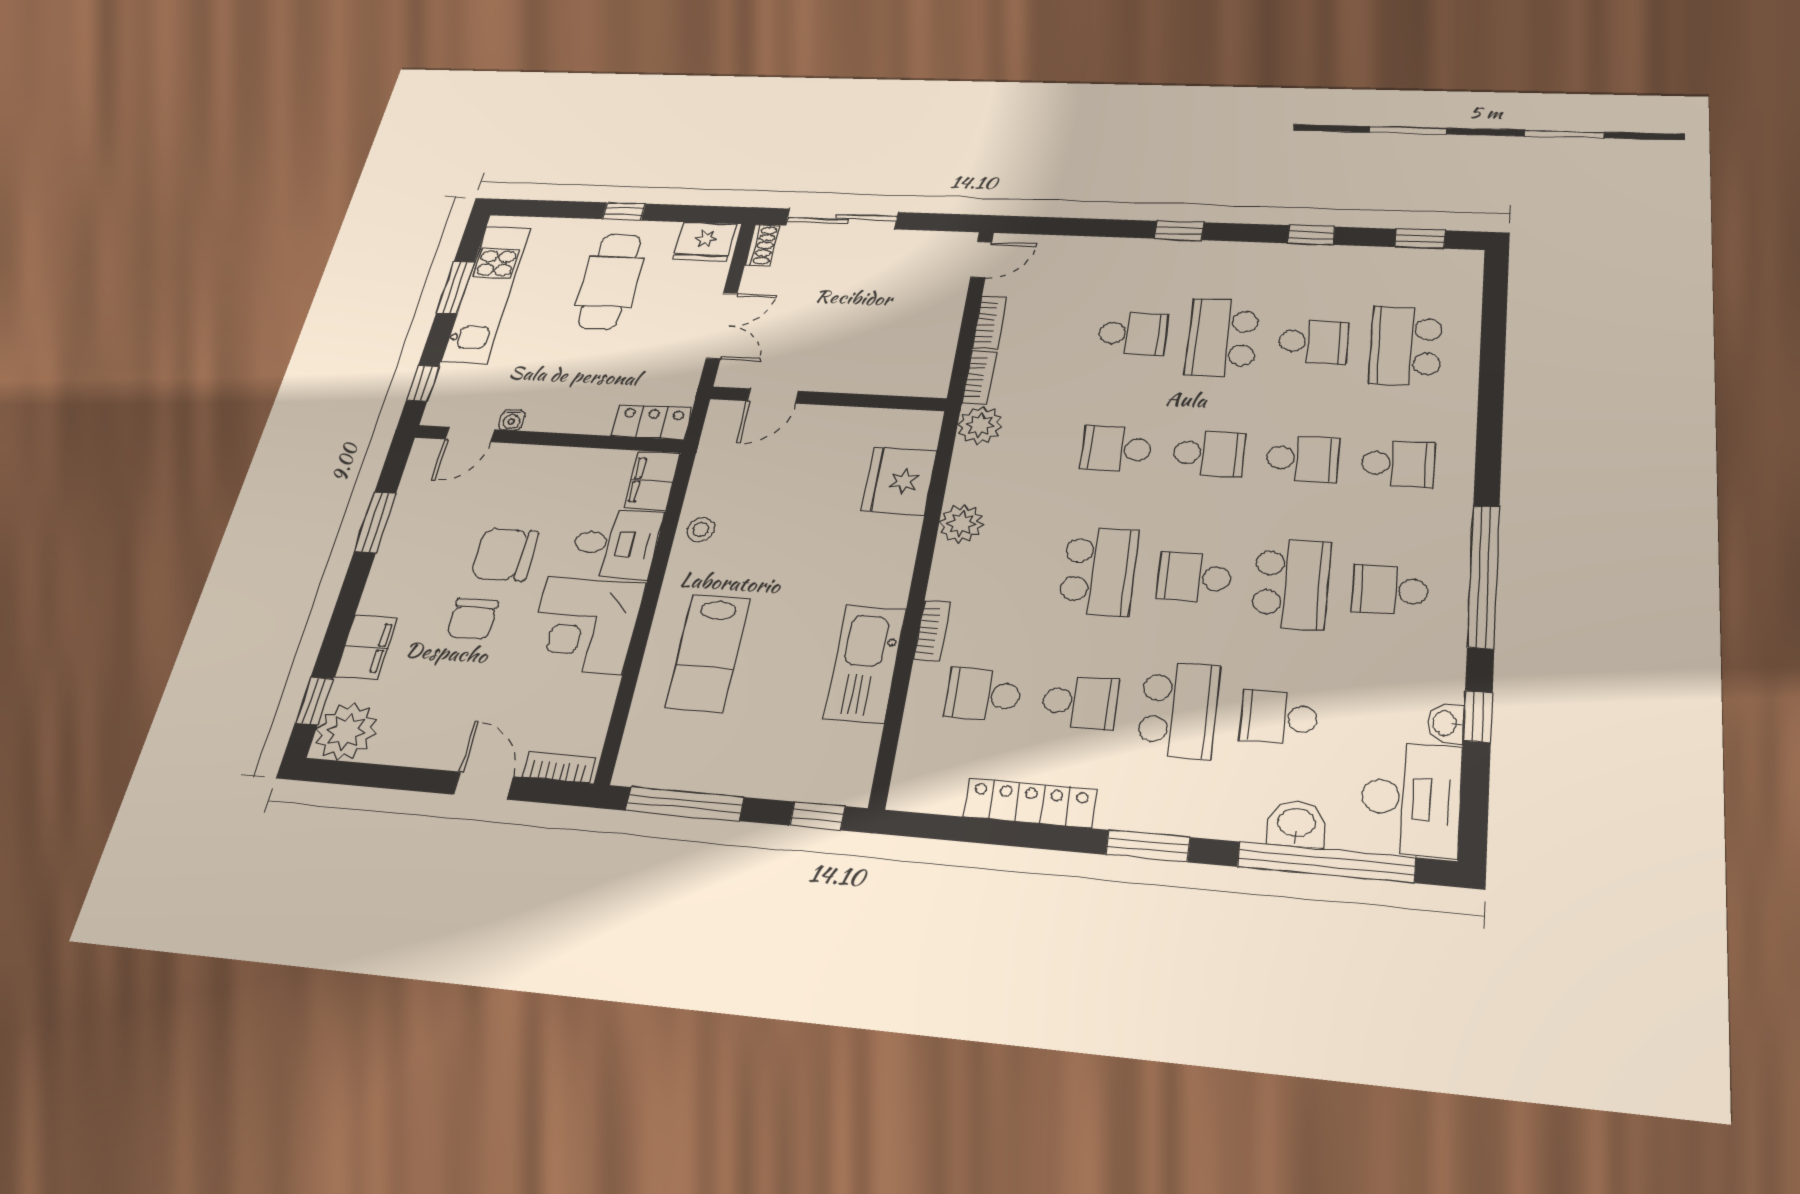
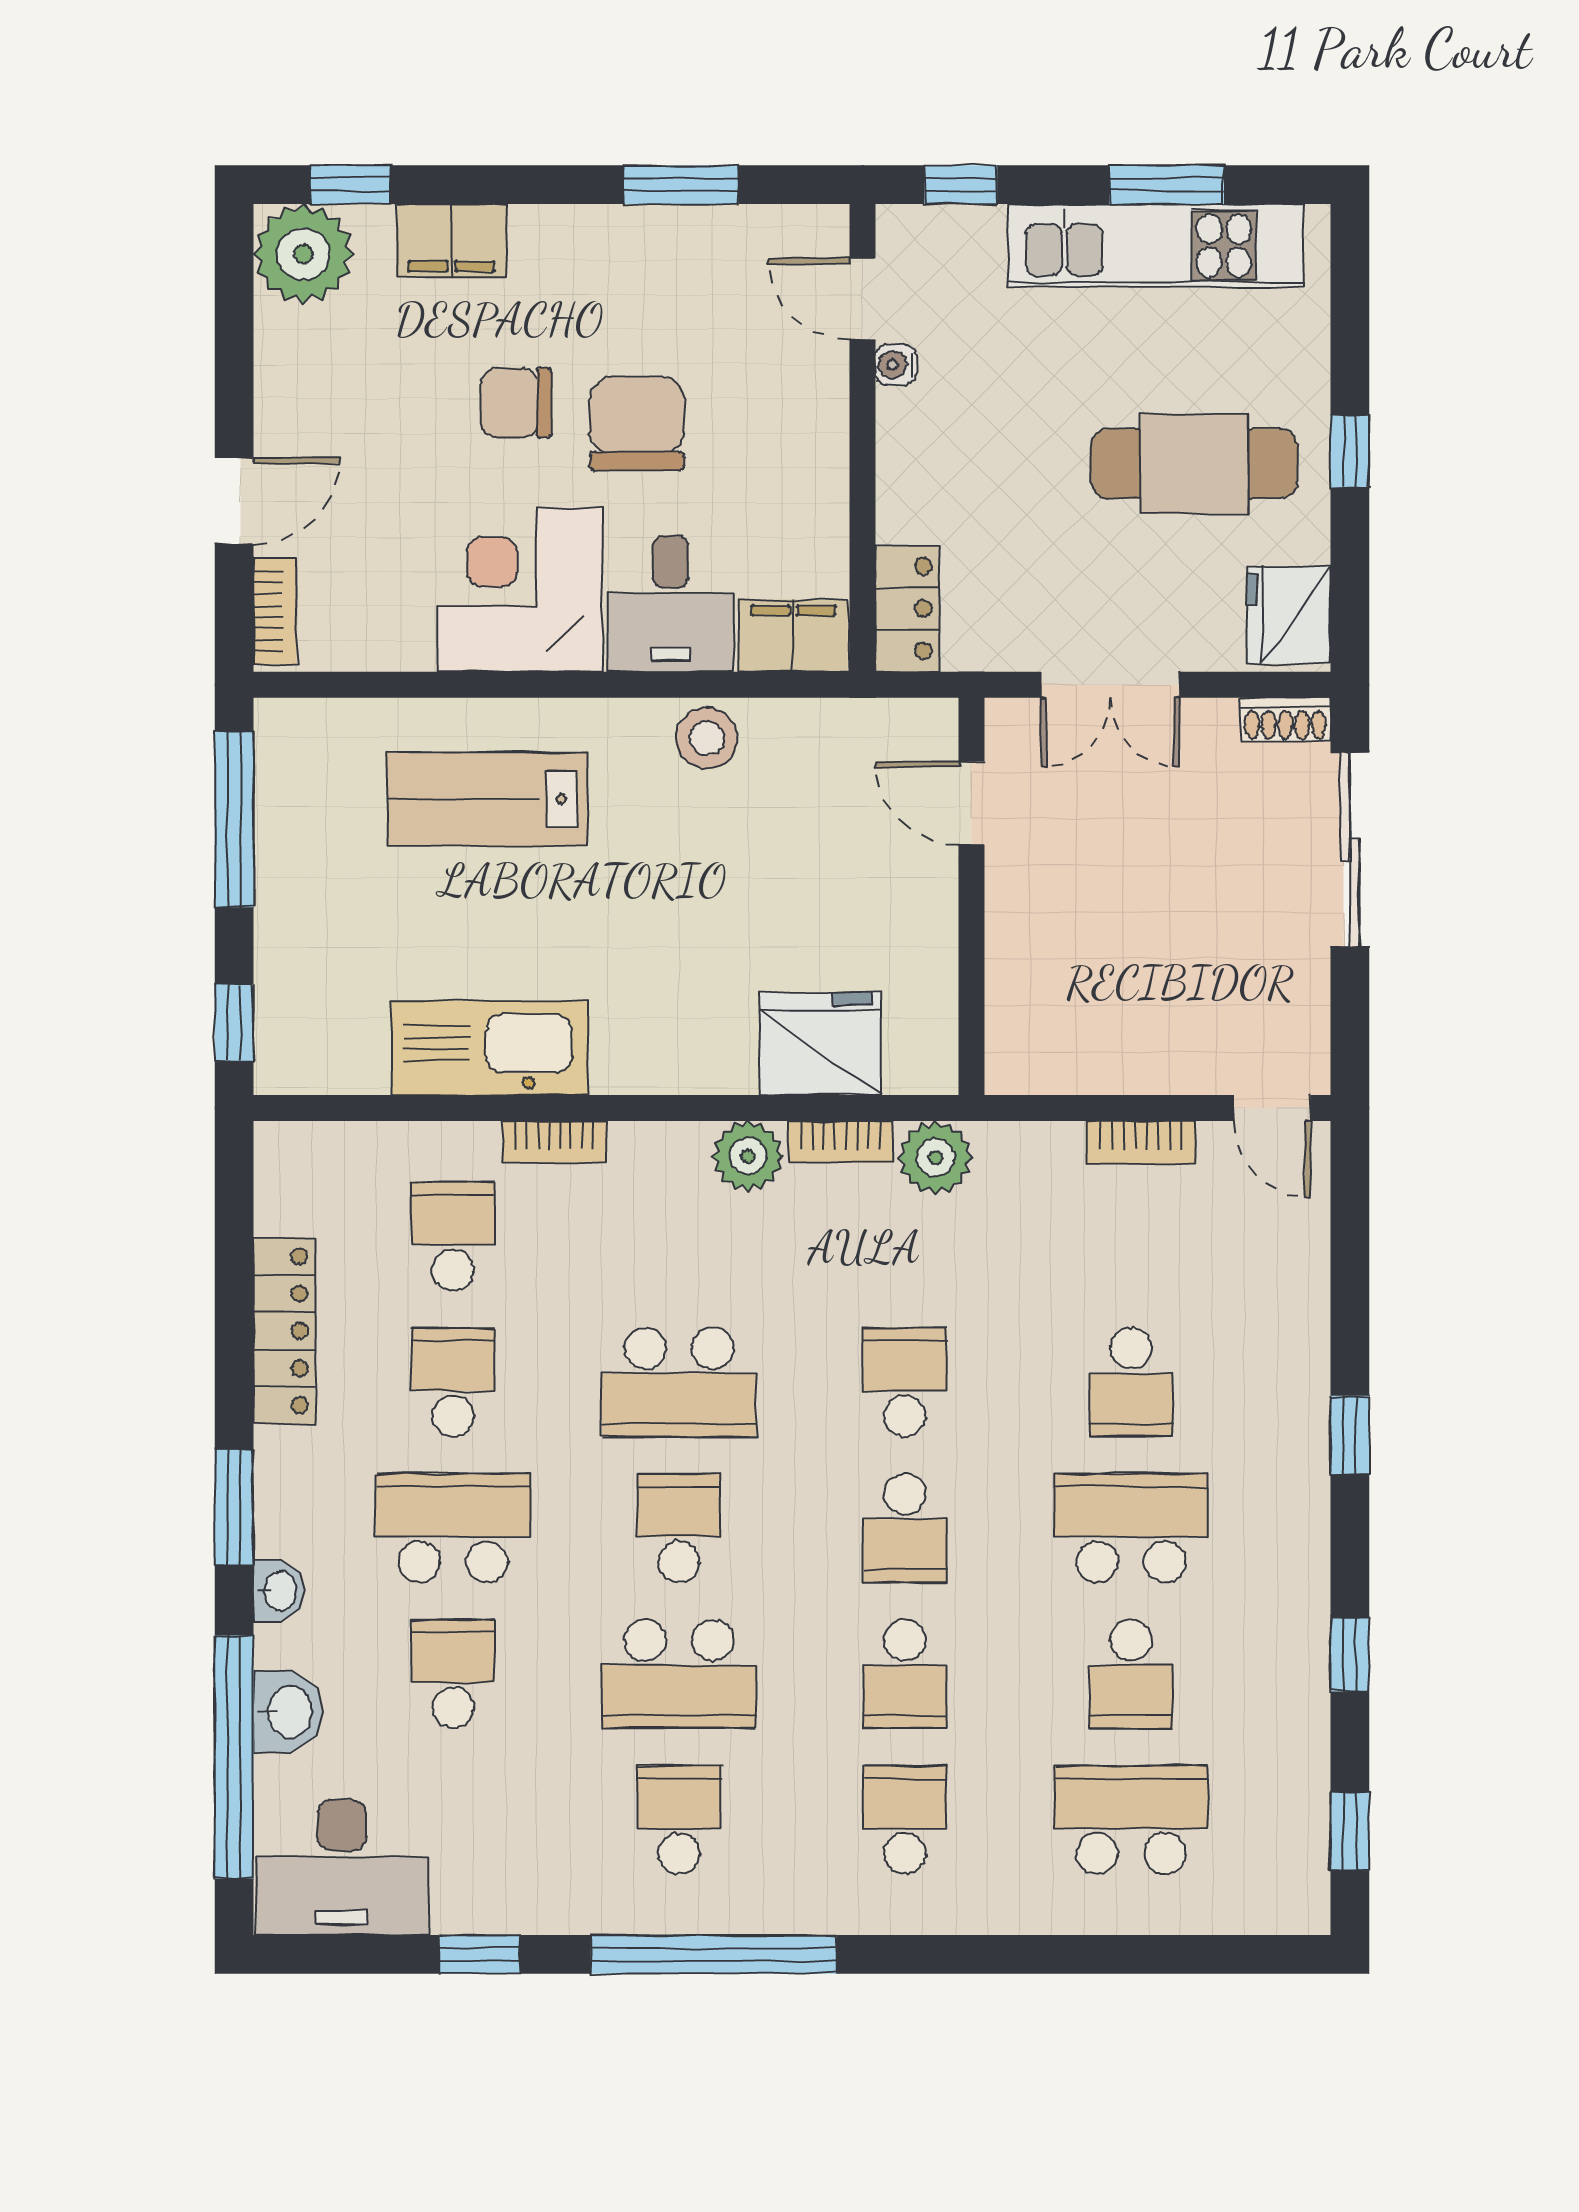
bookcase: (979, 377) -> (841, 1142), moved
school desk: (1398, 464) -> (905, 1820), turned 180
stool: (701, 530) -> (707, 738), width x1.37, depth x1.37
school desk: (1080, 702) -> (453, 1382), turned 180
school desk: (1179, 710) -> (453, 1528), turned 180
washbasin: (1446, 723) -> (279, 1591), moved, turned 90

